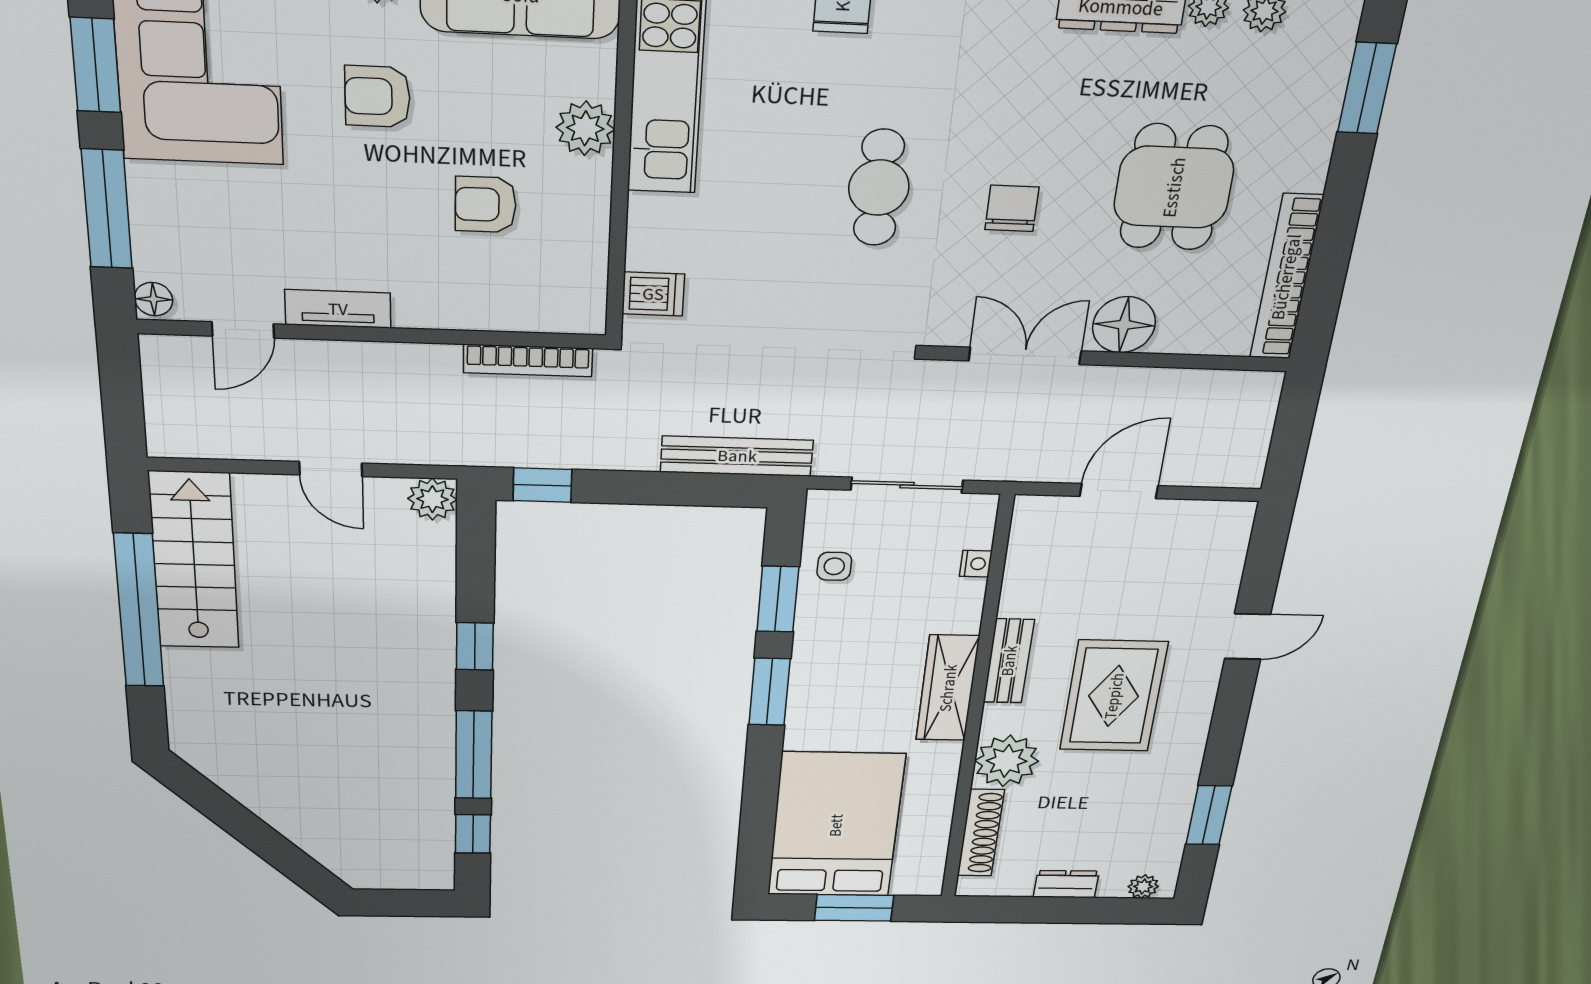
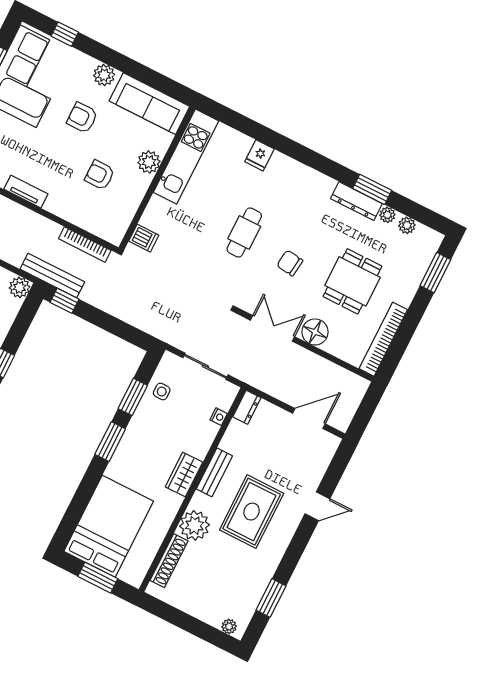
chair: (1012, 208) -> (290, 263), turned -83
bench: (737, 456) -> (52, 276), moved
door: (1119, 491) -> (309, 419), moved
wardrobe: (948, 688) -> (184, 474), width x0.67
dresser: (1066, 884) -> (247, 407), moved, turned 90

